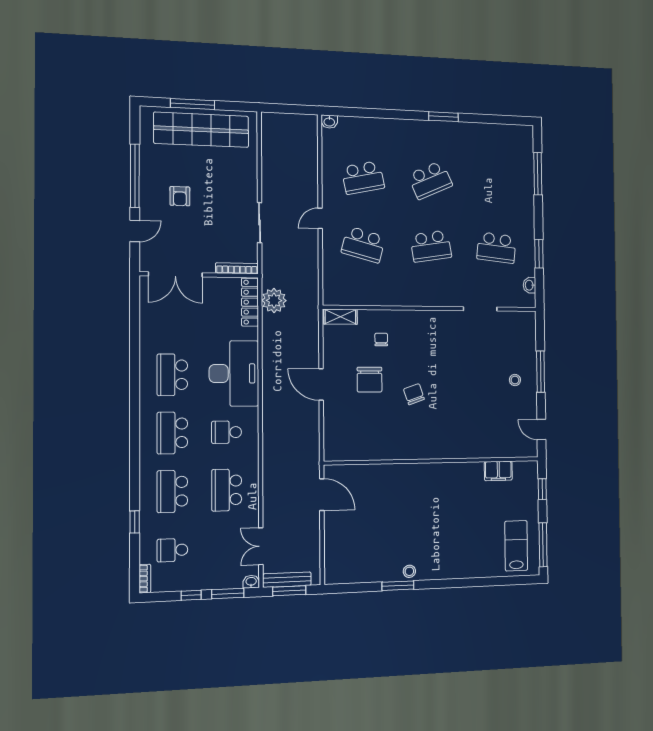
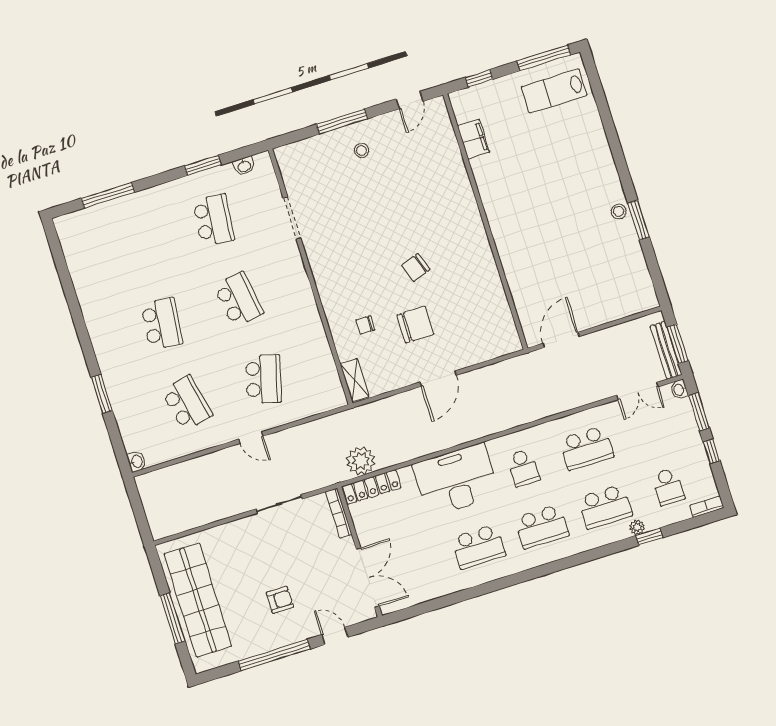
window: (443, 117) -> (102, 394), moved
school desk: (430, 180) -> (162, 324), turned 30
plant: (146, 514) -> (637, 527), added

